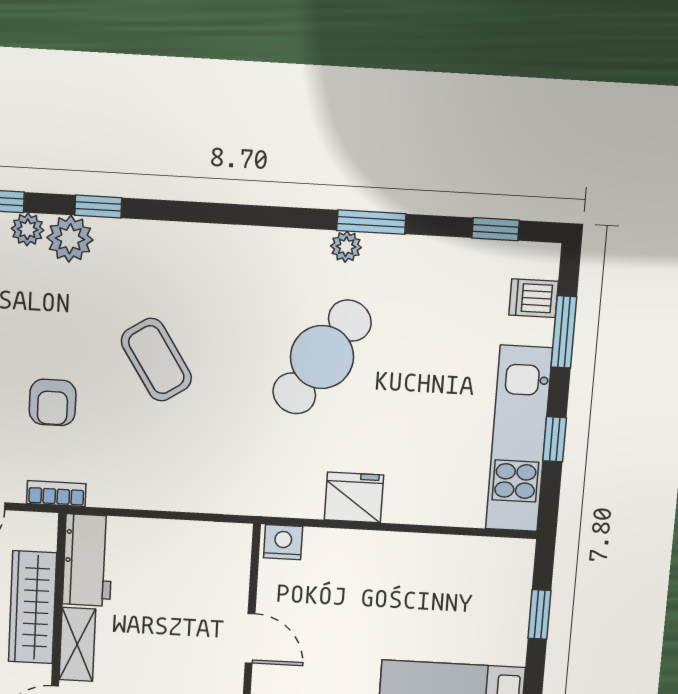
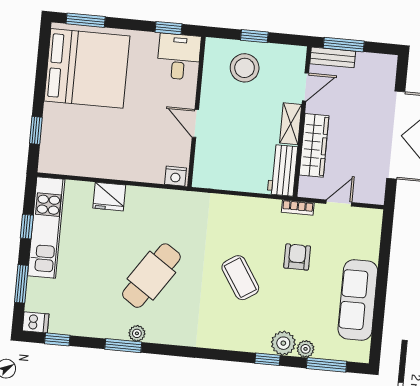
dishwasher: (534, 298) -> (36, 322), moved
fridge: (354, 497) -> (109, 197), moved

